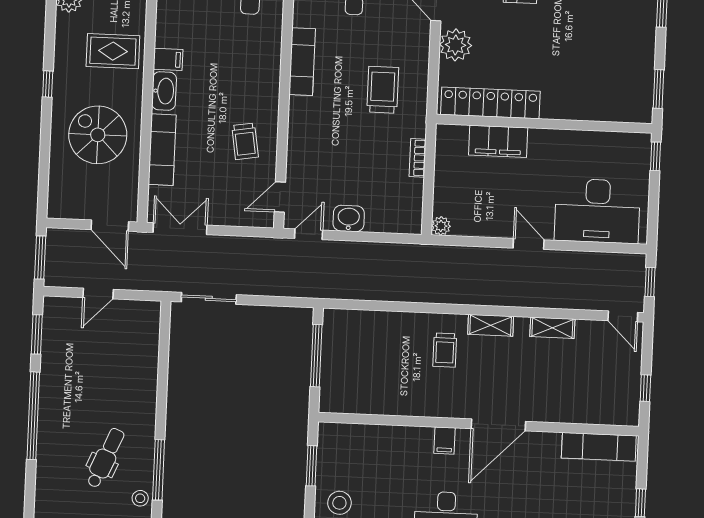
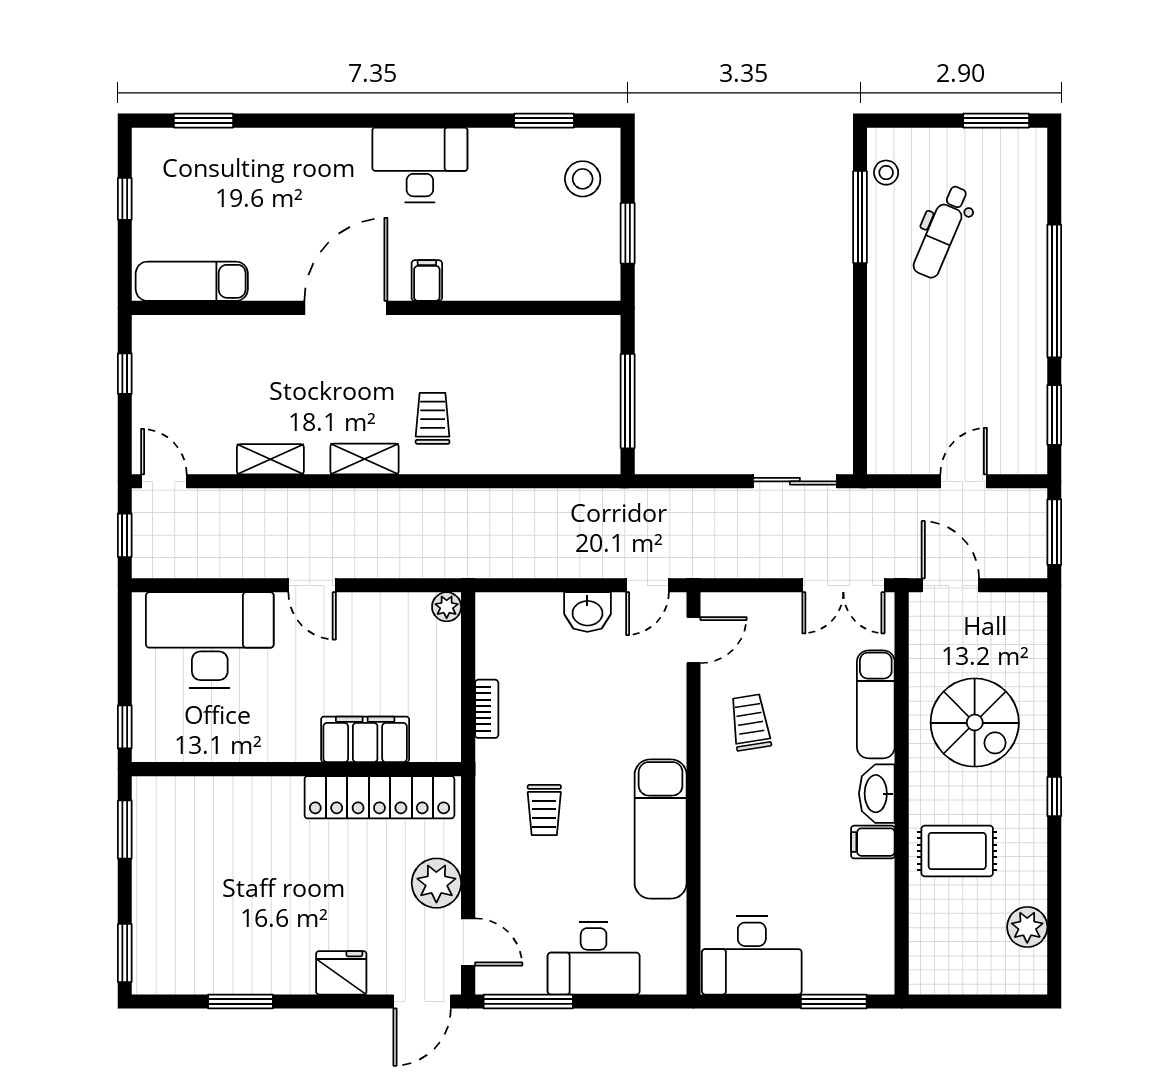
exam couch: (302, 62) -> (661, 829), width x1.36, depth x1.45
trolley: (383, 90) -> (544, 810), width x0.73, depth x0.72

